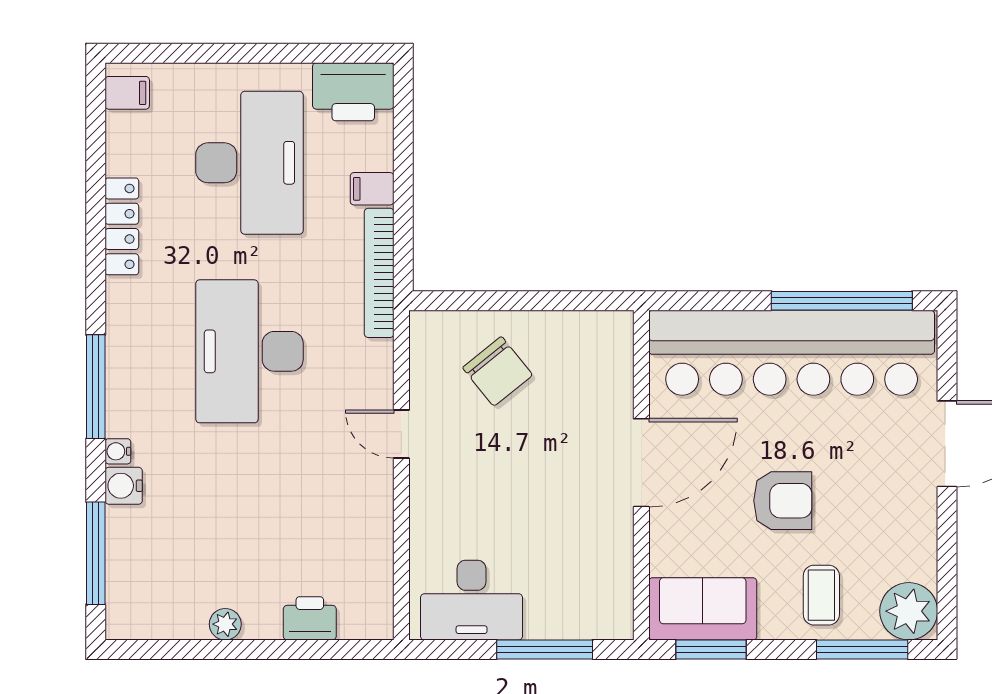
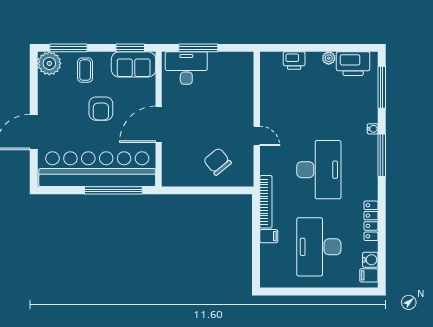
printer: (353, 92) -> (353, 64), moved, turned 180
window: (842, 301) -> (113, 190), moved
water cooler: (124, 486) -> (370, 260), moved
armchair: (783, 501) -> (101, 109), turned -90
desk: (472, 600) -> (186, 68), moved

